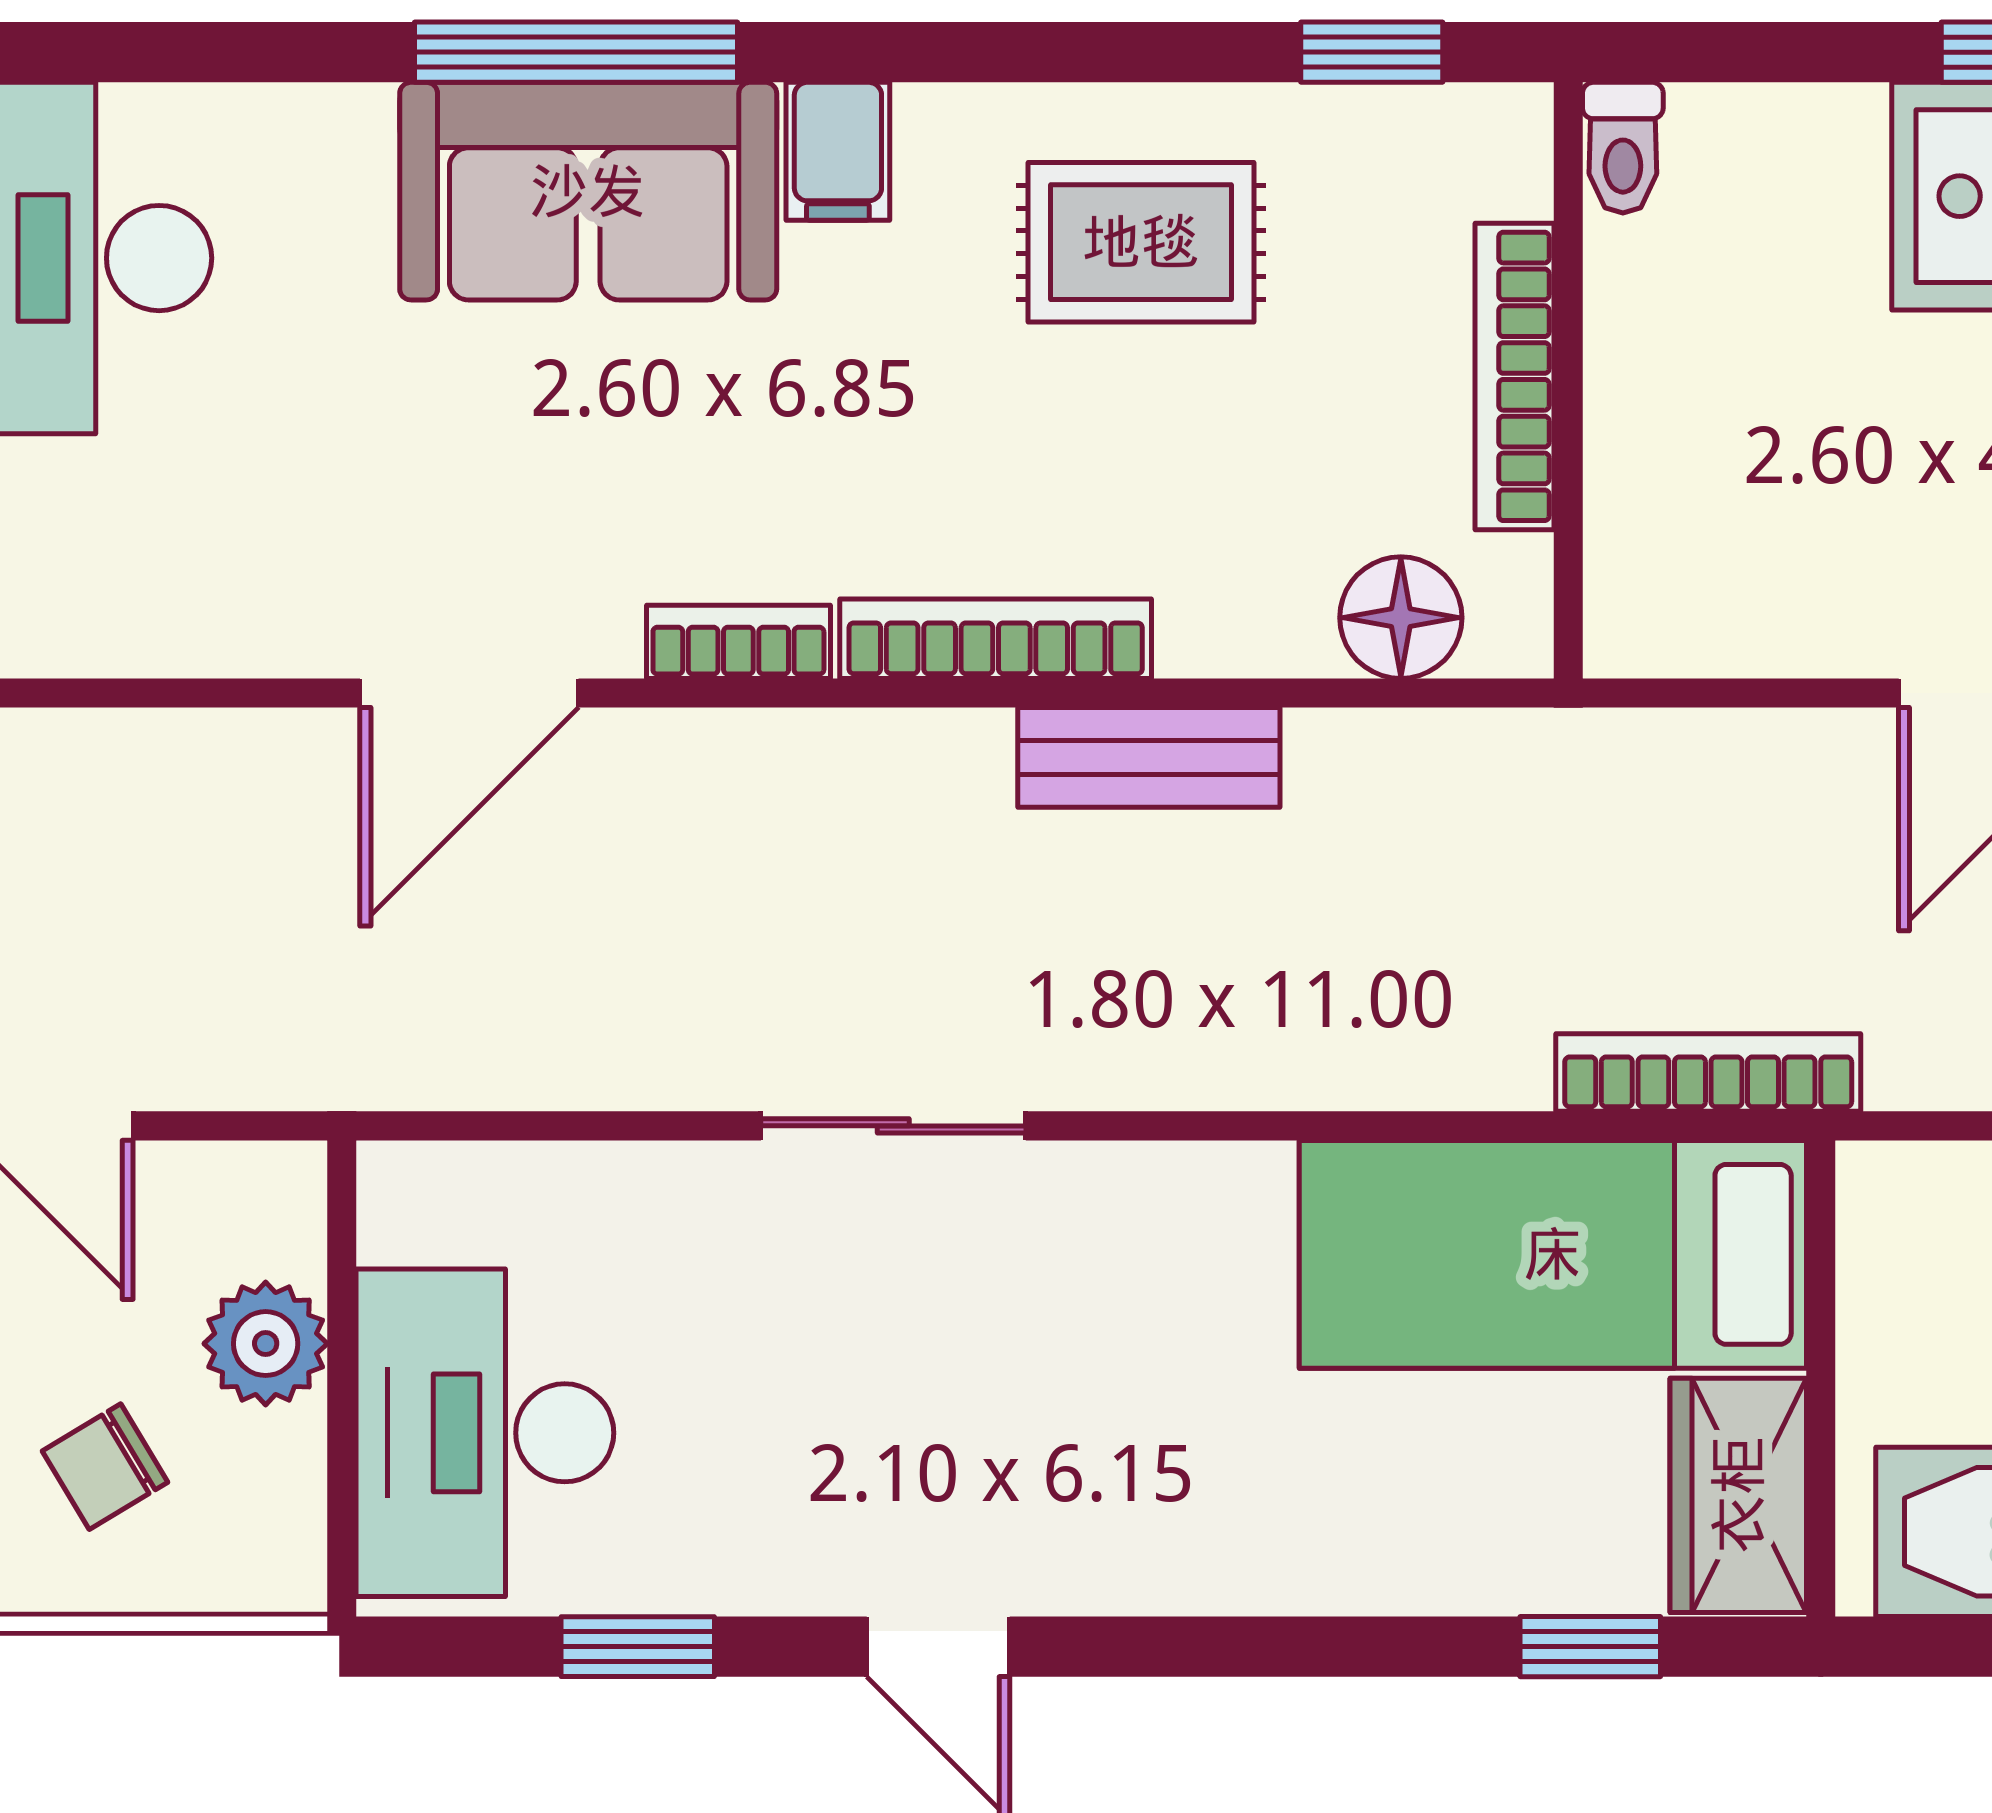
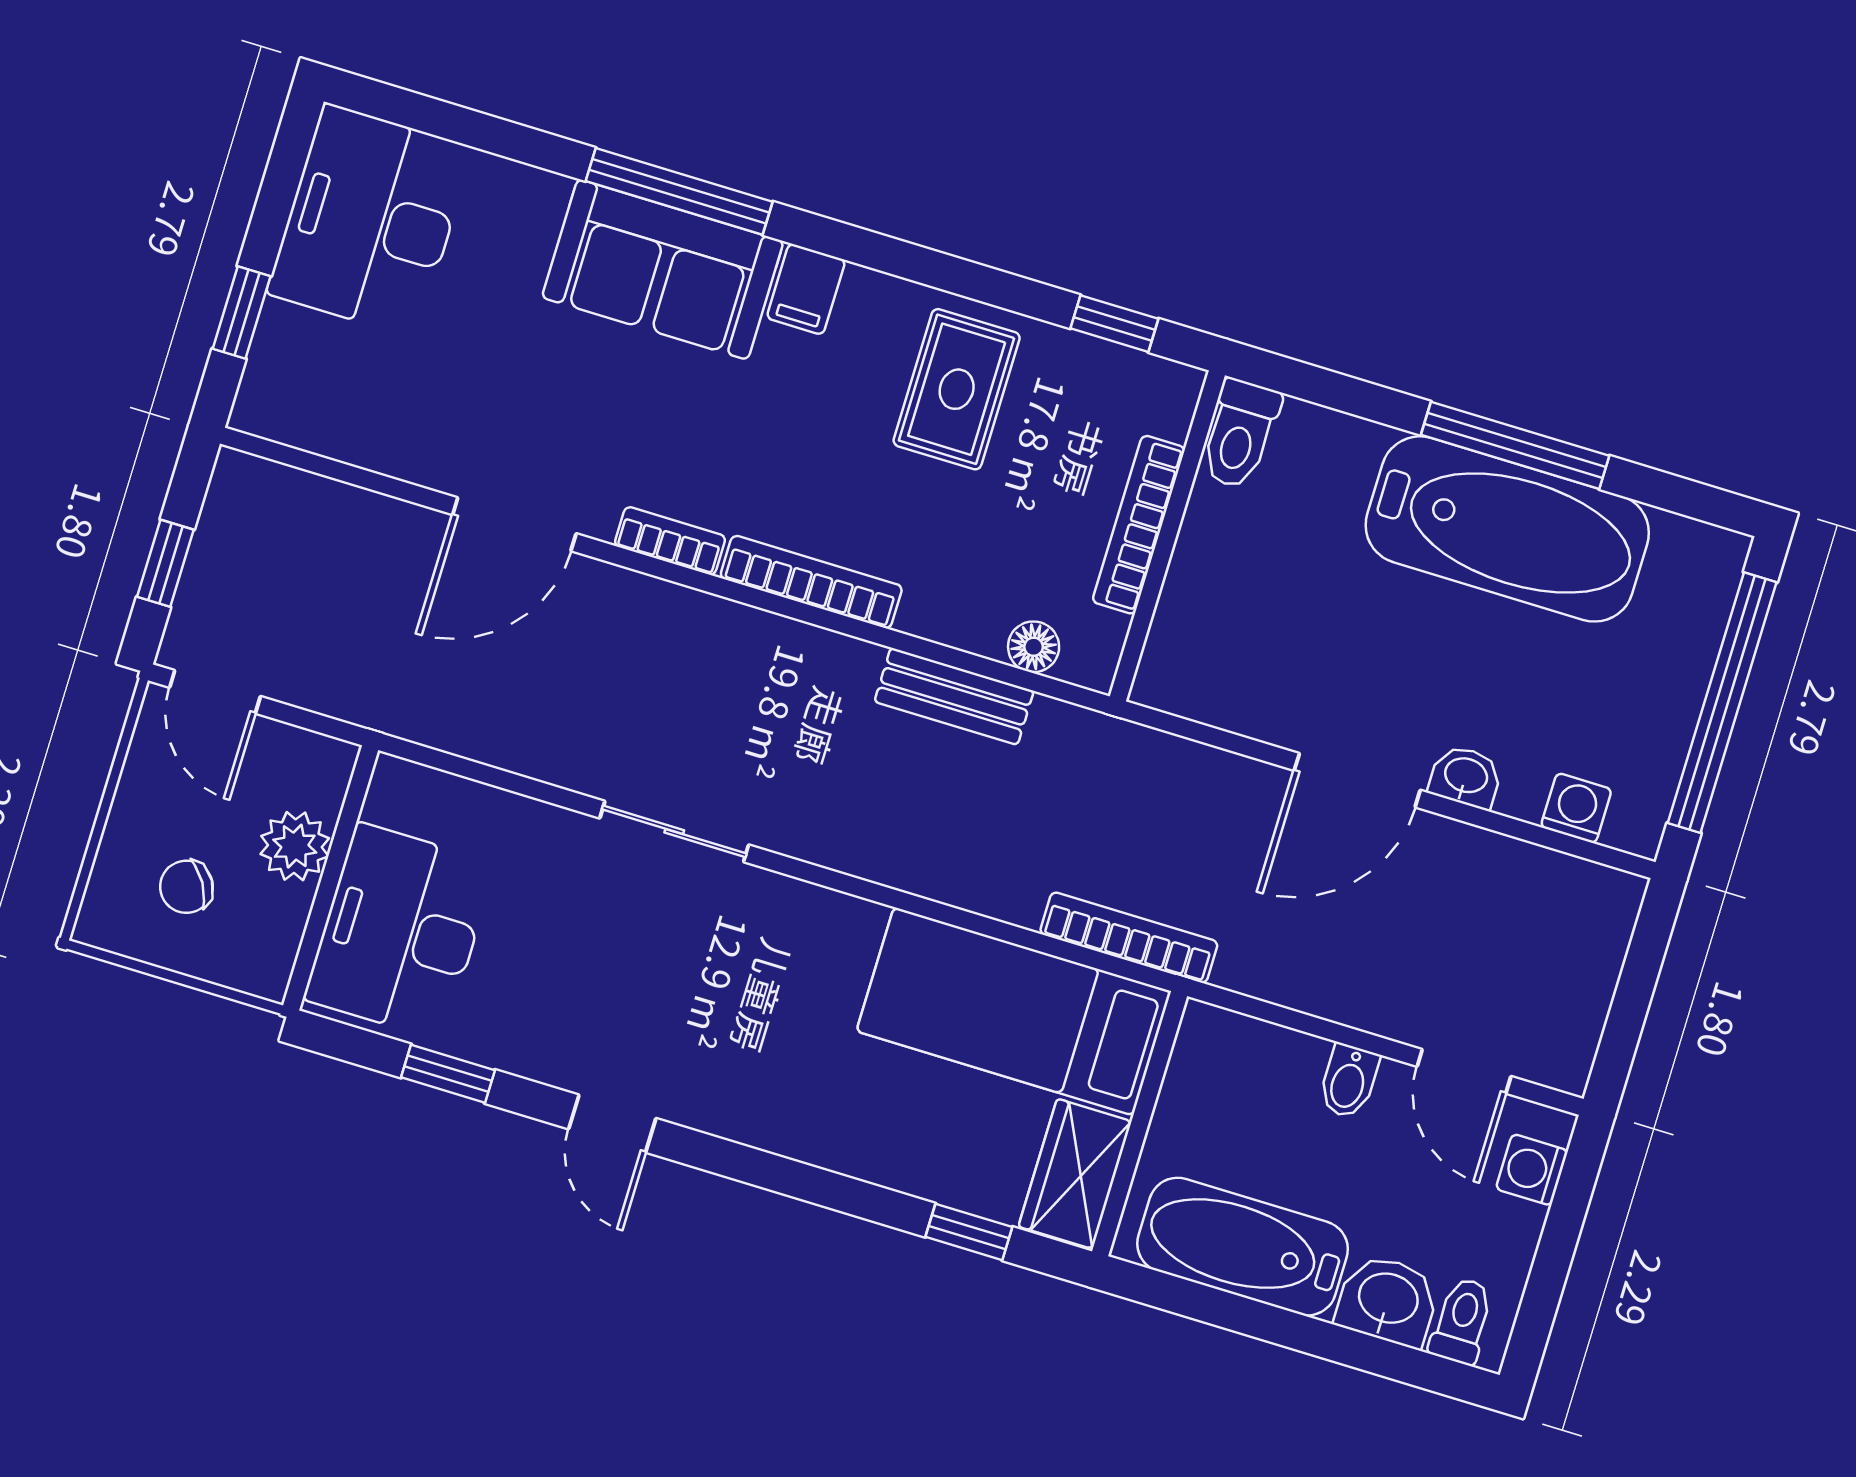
toilet: (1623, 148) -> (1240, 434), width x1.37, depth x1.39
rug: (1141, 242) -> (957, 389), turned 90
floor lamp: (1401, 618) -> (1034, 647), width x0.73, depth x0.73
bench: (1149, 757) -> (954, 696), moved

